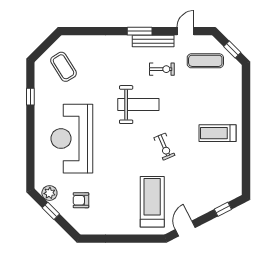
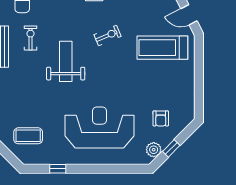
coffee table: (63, 67) -> (28, 136), turned 32
reception desk: (72, 139) -> (99, 128), turned 180

